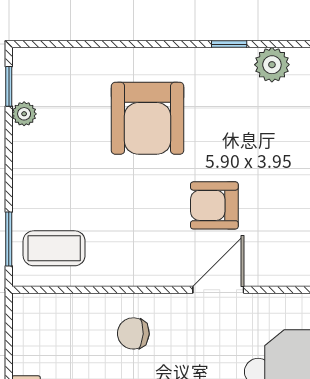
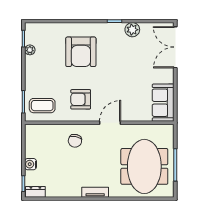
armchair: (214, 205) -> (81, 99), moved
chair: (133, 333) -> (75, 141), turned -81

